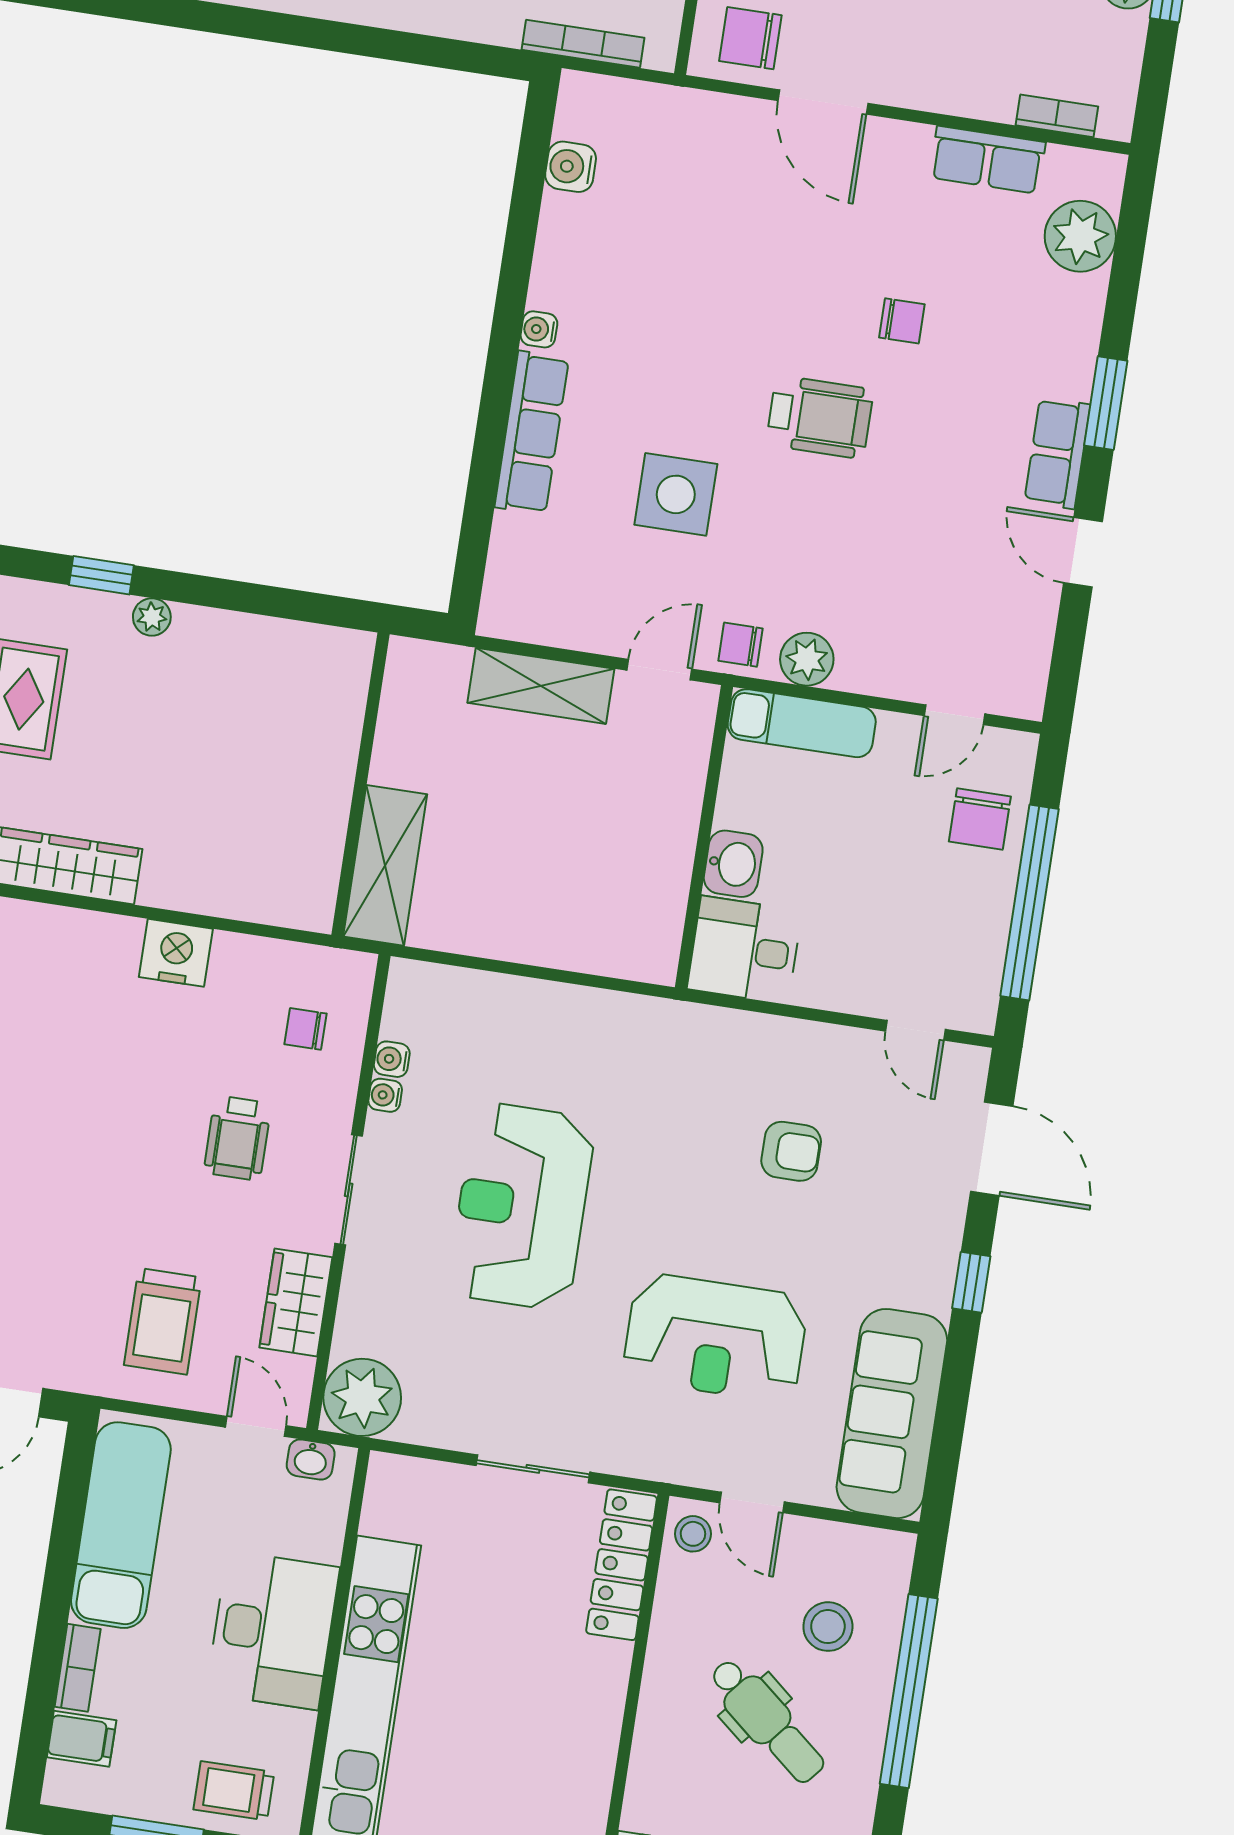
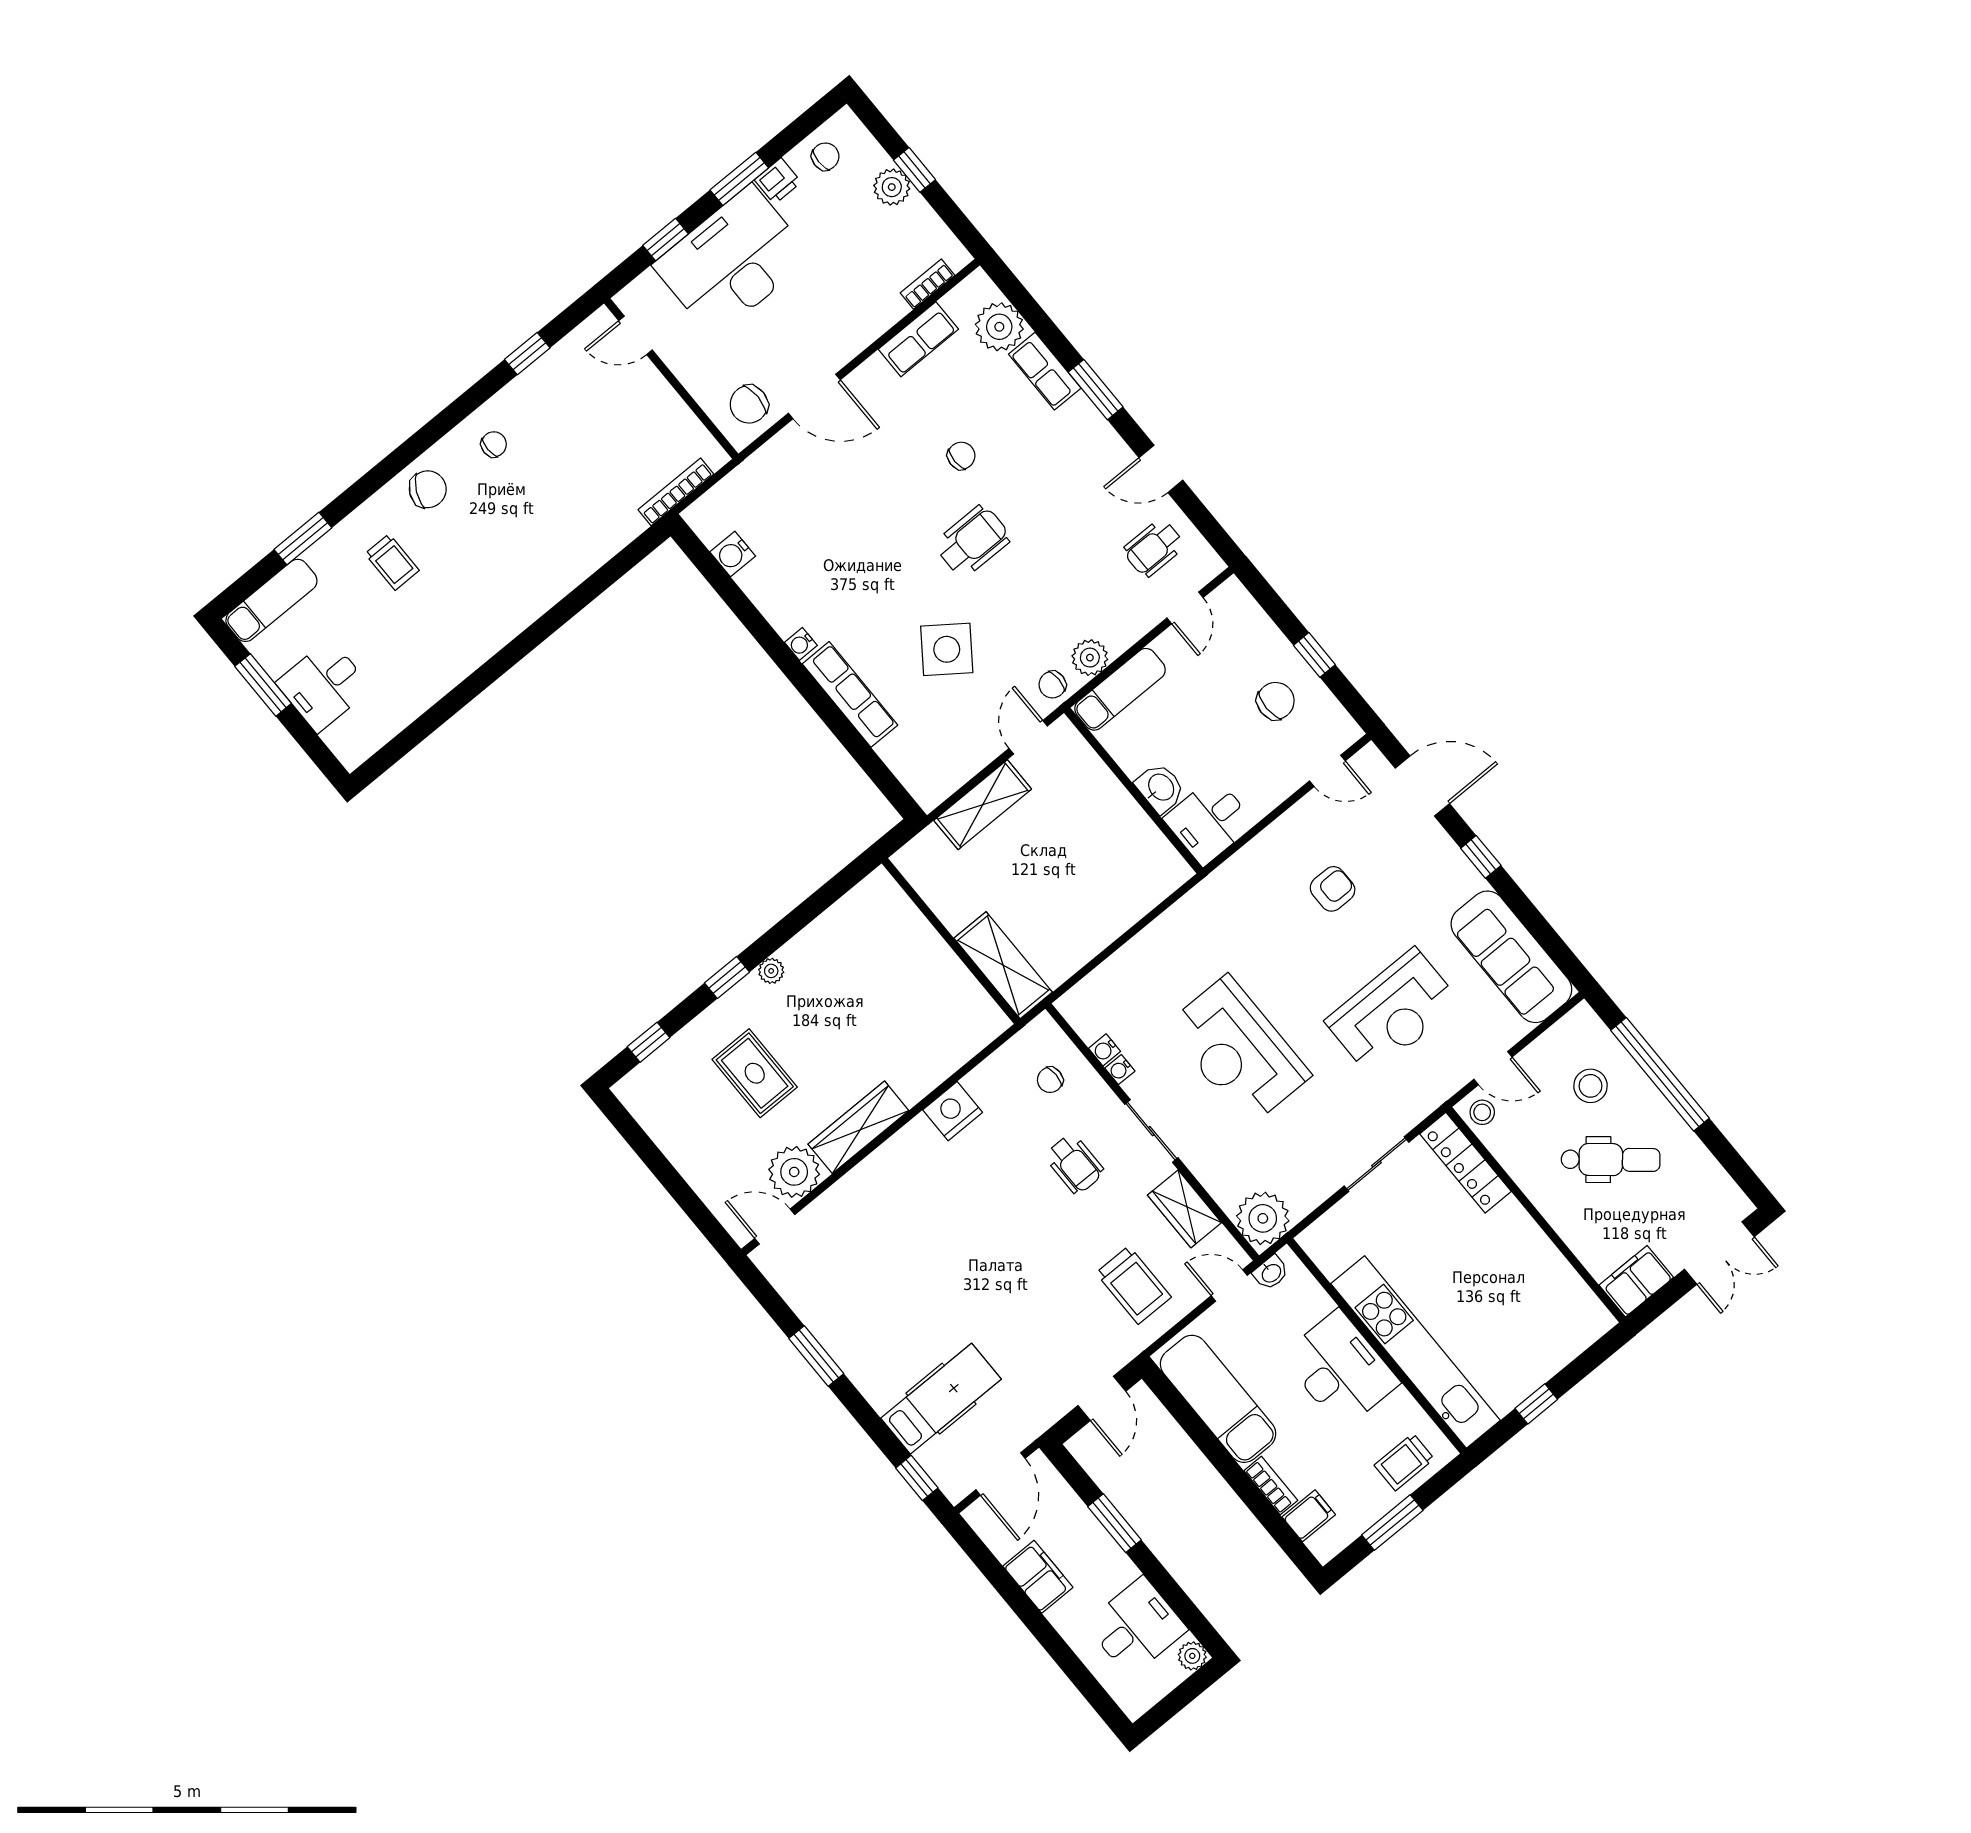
row of seats: (1057, 453) -> (1045, 371), moved
side table: (676, 494) -> (947, 649), turned 36
wheelchair: (989, 622) -> (1154, 548), added
chair: (980, 819) -> (1276, 701), moved, turned -90
window: (1029, 902) -> (1314, 655), width x0.32

